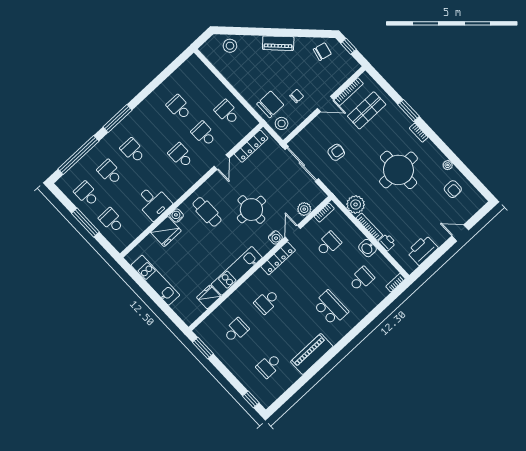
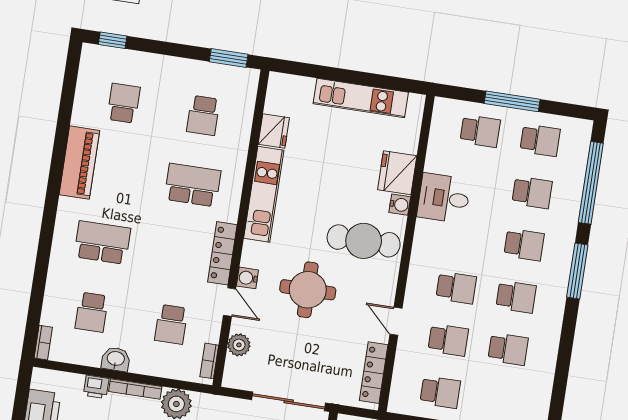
school desk: (156, 129) -> (516, 297), added
cafe table: (207, 212) -> (364, 241), width x1.37, depth x1.35
school desk: (267, 302) -> (193, 185), width x1.85
school desk: (331, 308) -> (102, 243), turned 180

